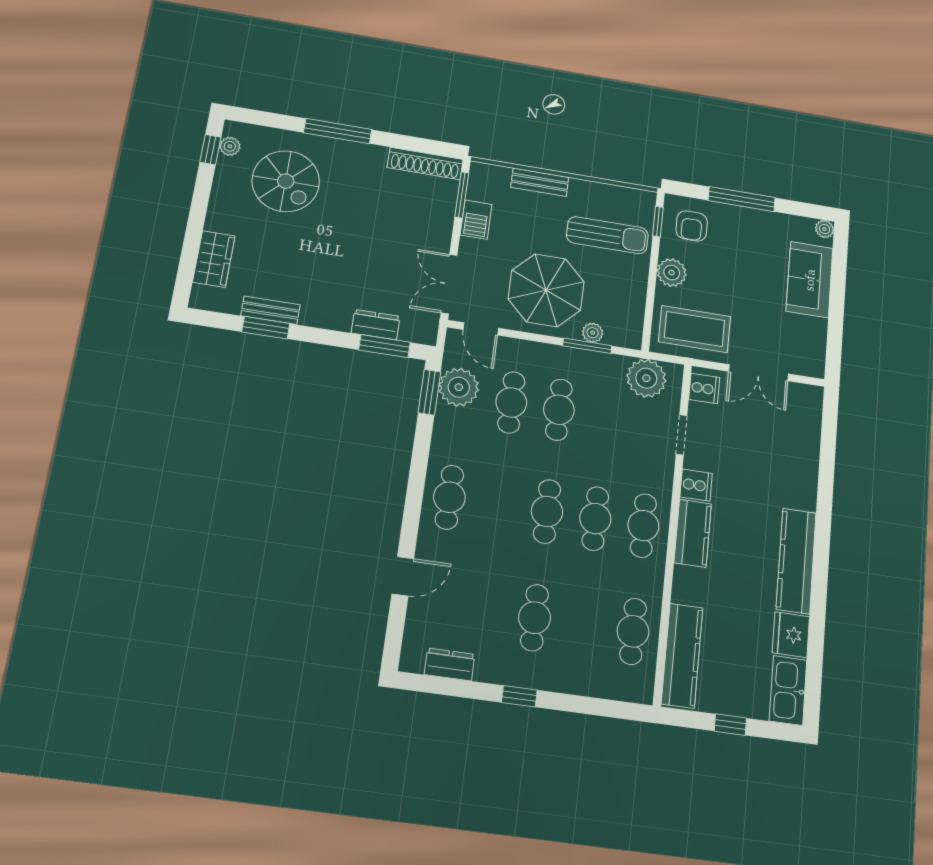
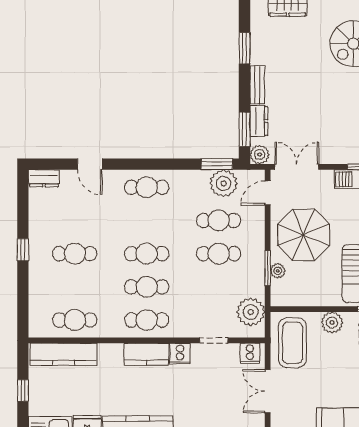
bench: (270, 310) -> (257, 85), moved
plant: (424, 331) -> (260, 155), added
dresser: (450, 664) -> (44, 178), moved, turned 90

